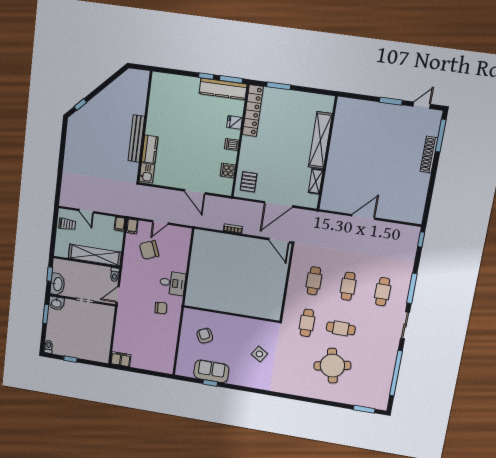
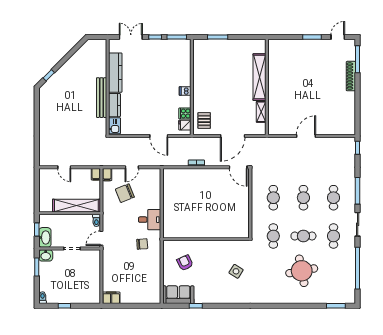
double door: (178, 72) -> (131, 37), added
kitchen counter: (223, 89) -> (115, 73), moved, turned -90
locker: (253, 111) -> (199, 60), removed
fridge: (234, 122) -> (185, 125), moved
trolley: (67, 224) -> (48, 182), removed
cafe table: (375, 334) -> (333, 236), added
sofa: (211, 371) -> (178, 295), moved

